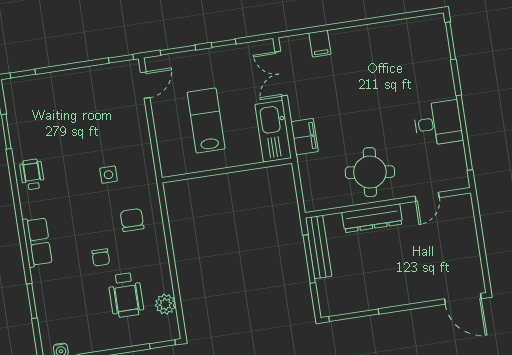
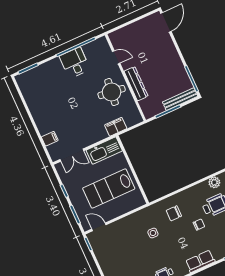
lab bench: (206, 121) -> (109, 188), width x1.36, depth x1.39
filing cabinet: (305, 137) -> (116, 127), moved
bench: (319, 247) -> (180, 99), moved

